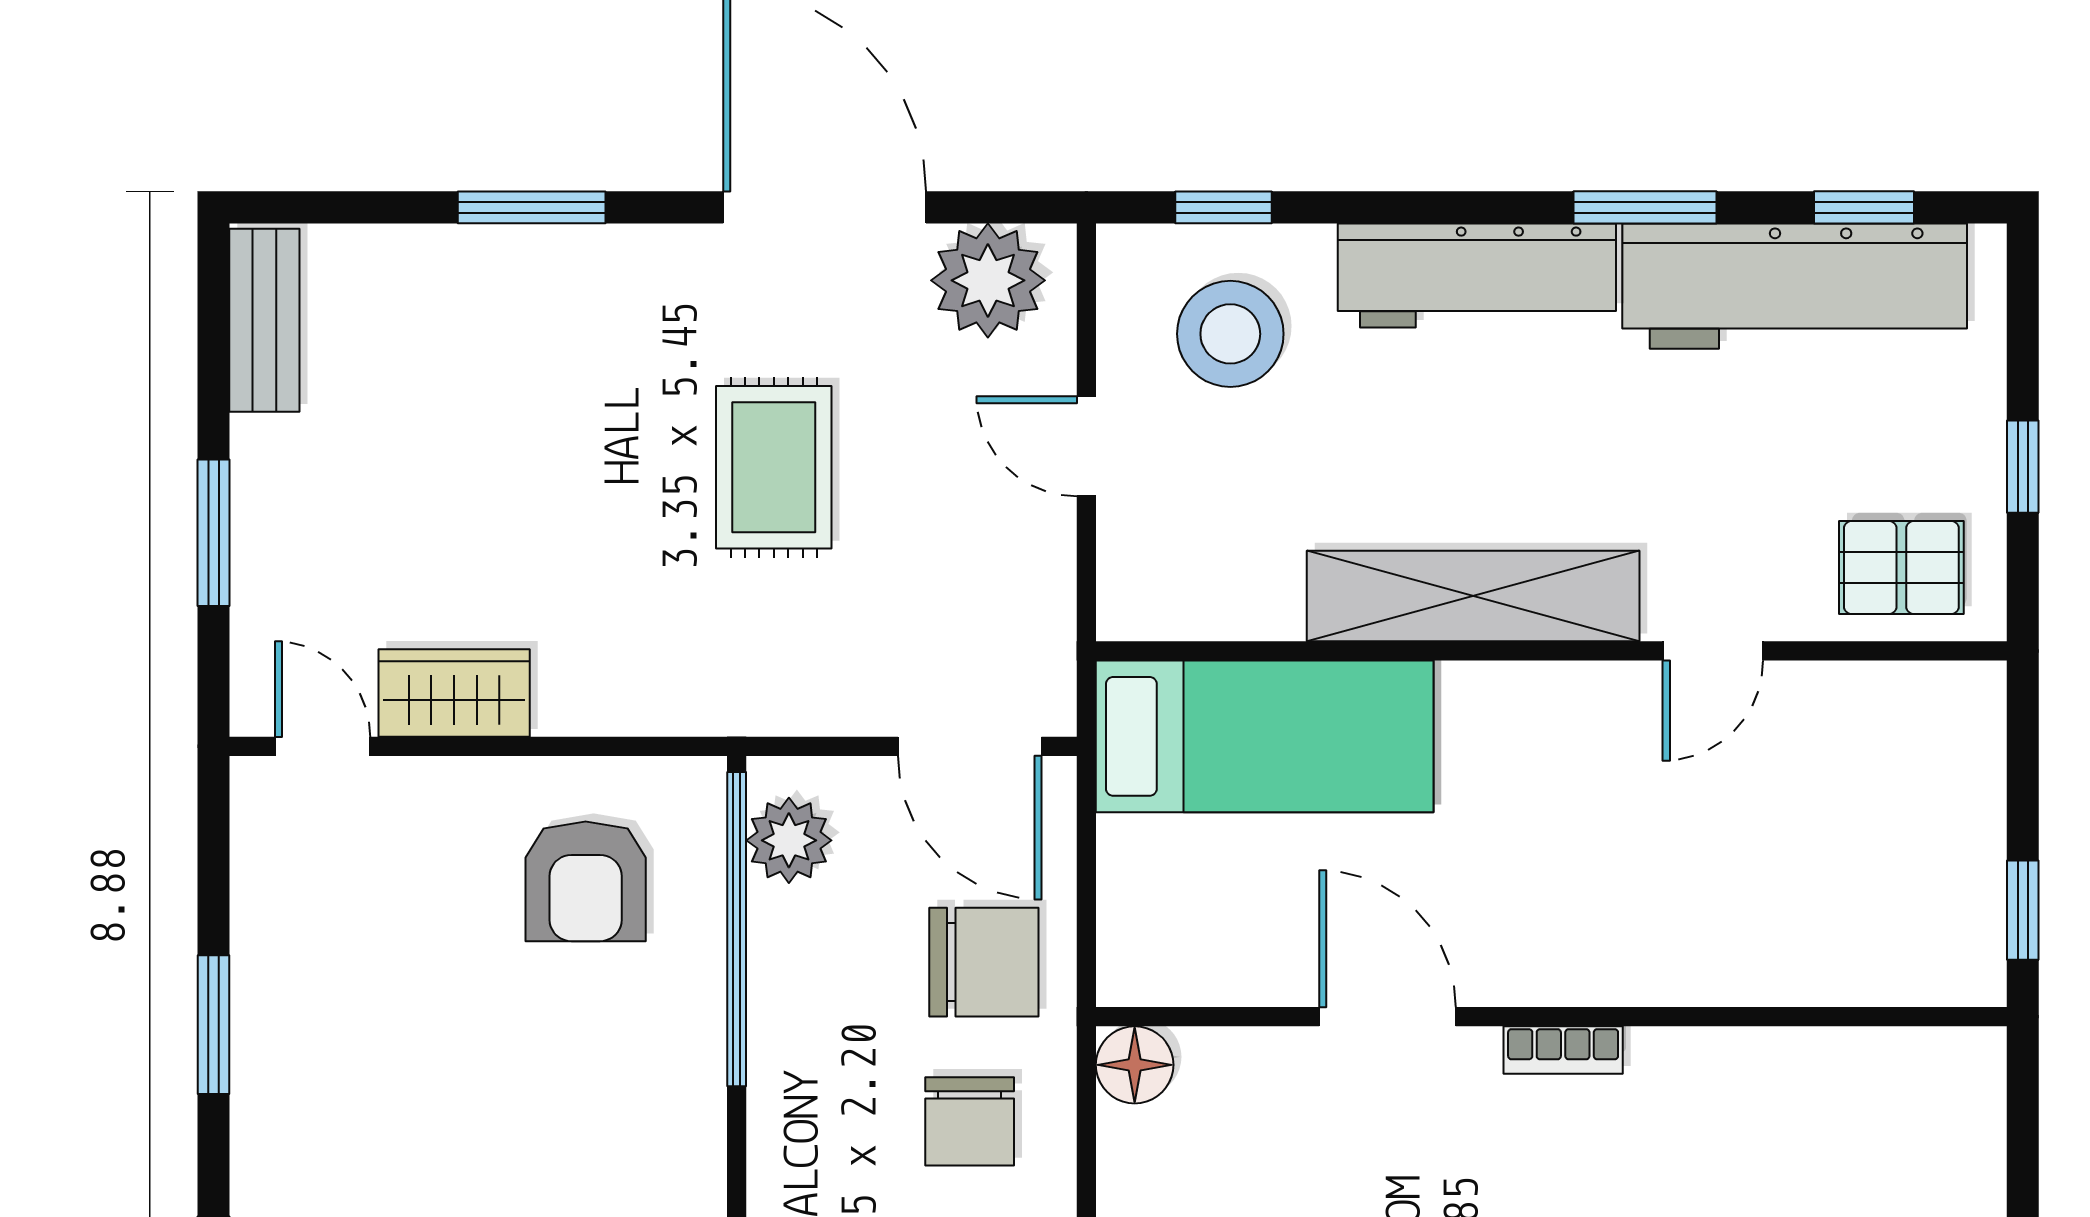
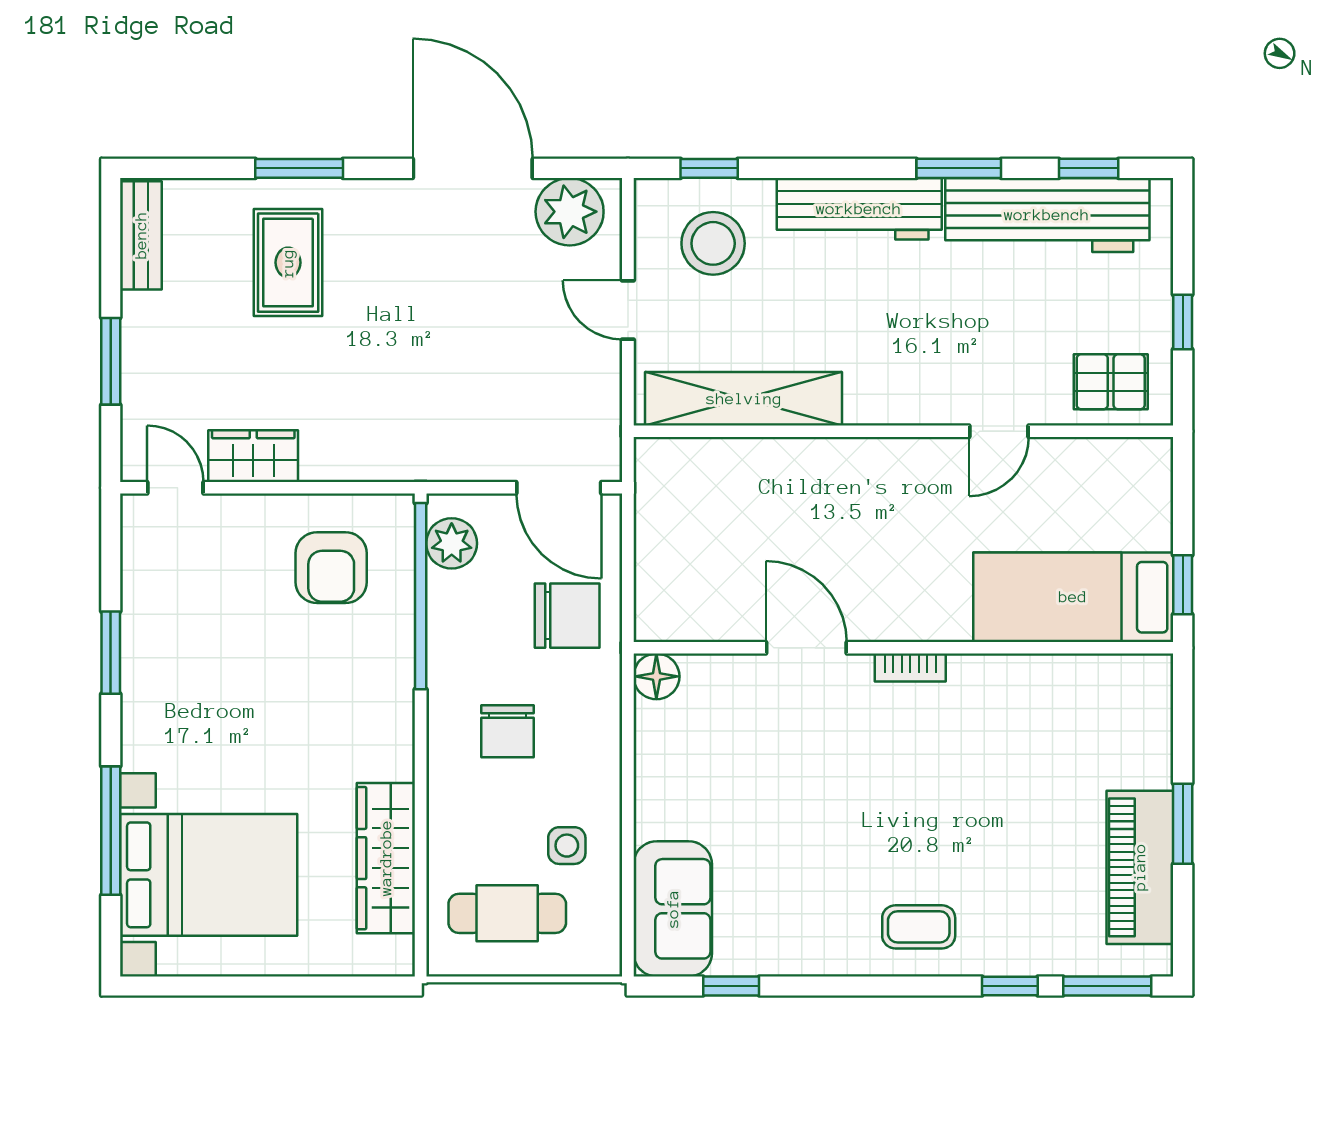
rug: (774, 467) -> (288, 263), moved
shelving: (1473, 596) -> (744, 399), moved
bed: (1265, 736) -> (1073, 597), moved, turned 180
chair: (970, 1121) -> (508, 731), moved

